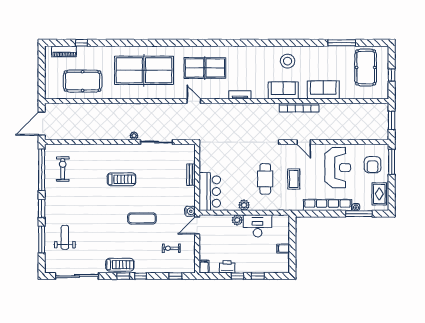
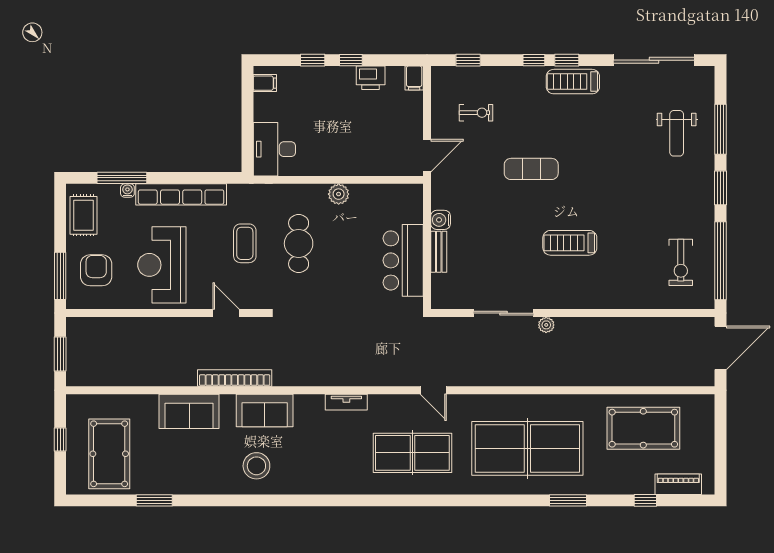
window: (122, 43) -> (568, 500), added
window: (342, 43) -> (154, 500), width x0.69
bar counter: (210, 192) -> (403, 260), moved
water cooler: (190, 211) -> (441, 220), moved
plant: (237, 220) -> (352, 166), removed
desk: (258, 226) -> (274, 149), moved, turned 90
filing cabinet: (283, 249) -> (265, 83), moved

